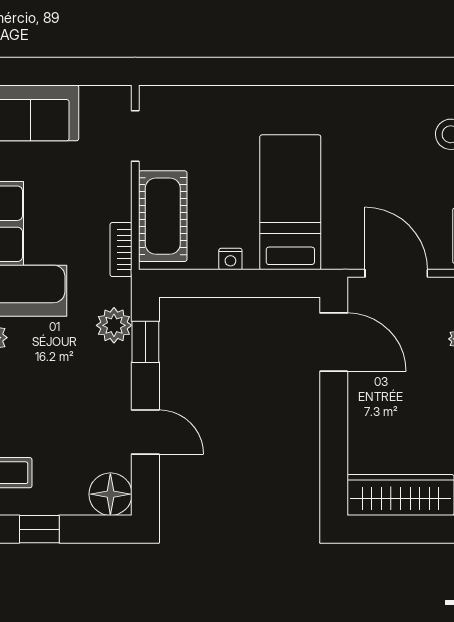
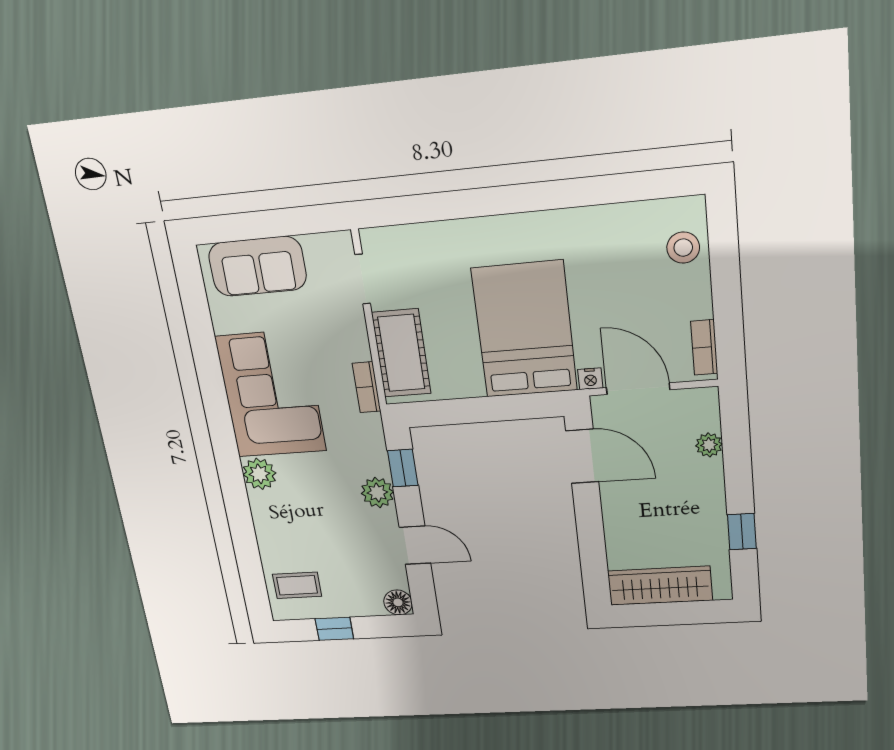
bed: (290, 202) -> (525, 330), width x1.50
nightstand: (230, 259) -> (590, 379), moved
plant: (114, 325) -> (377, 493), moved
floor lamp: (110, 494) -> (398, 602), width x0.73, depth x0.73

